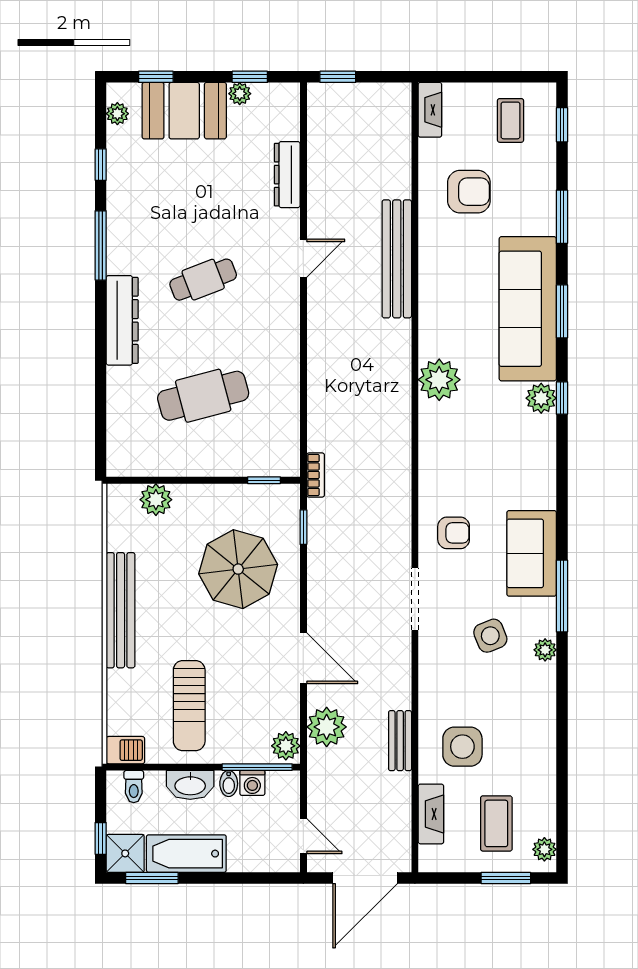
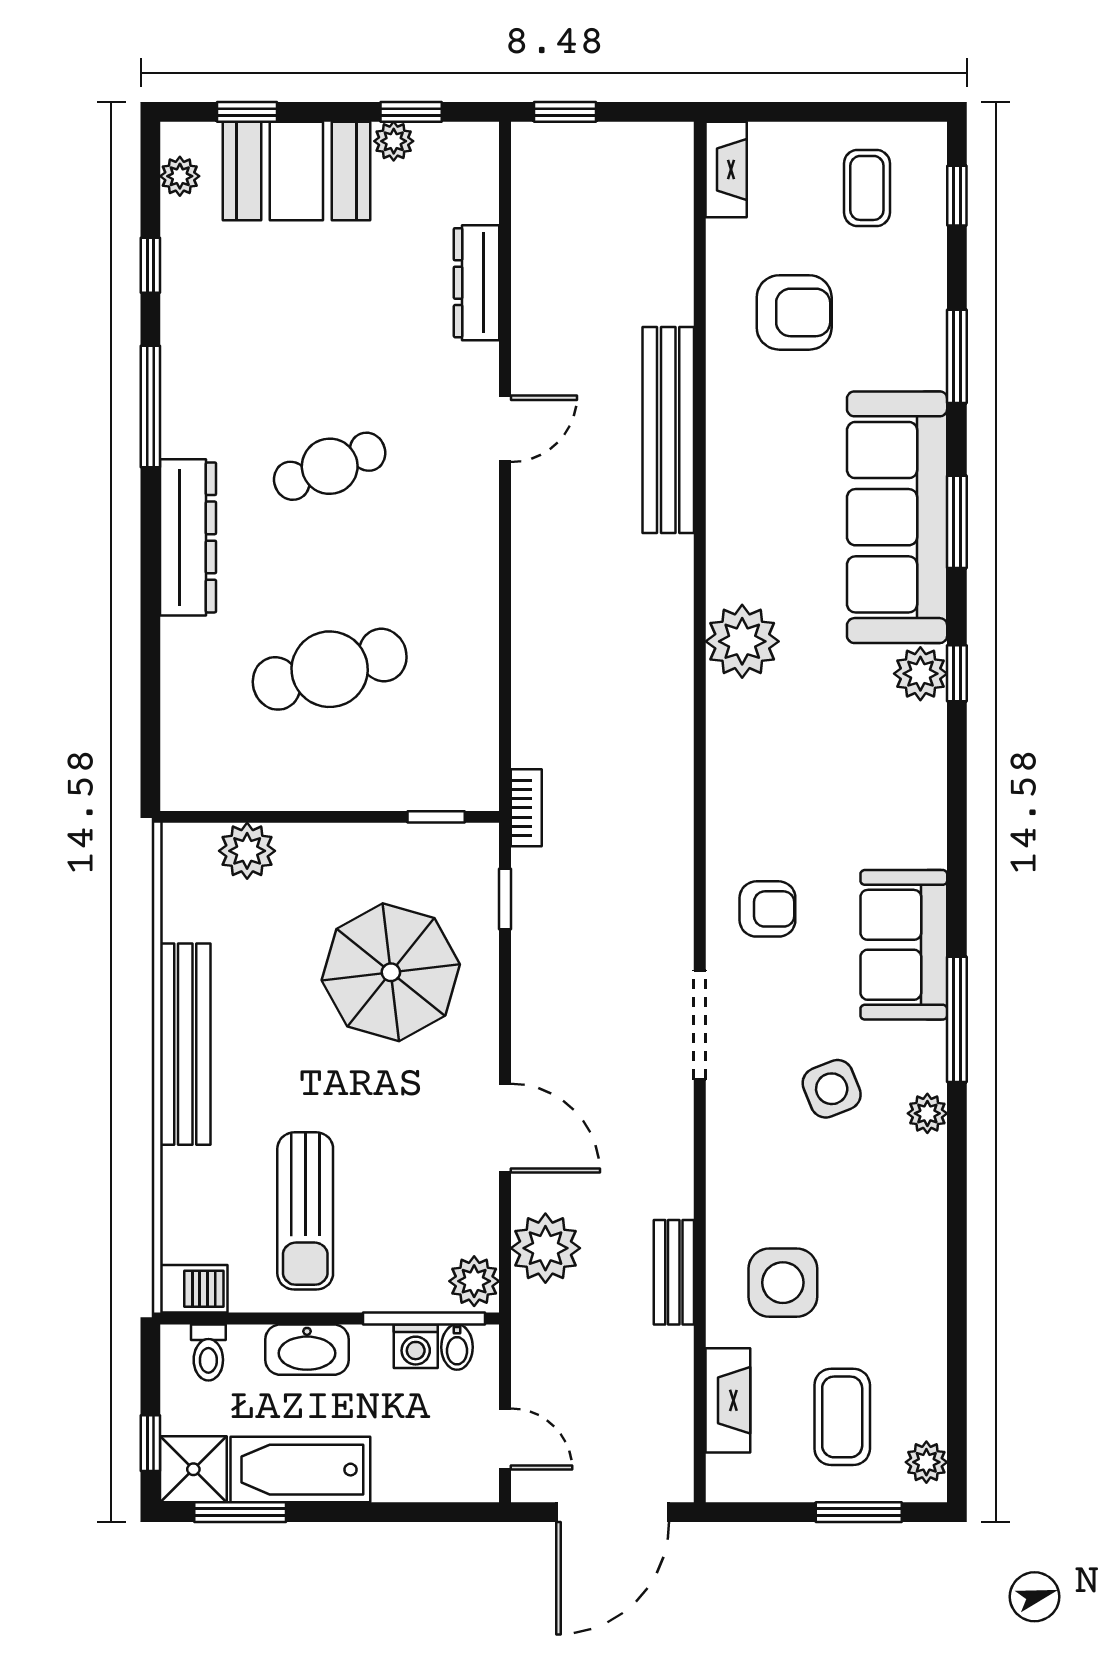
bidet: (229, 784) -> (457, 1347), moved

